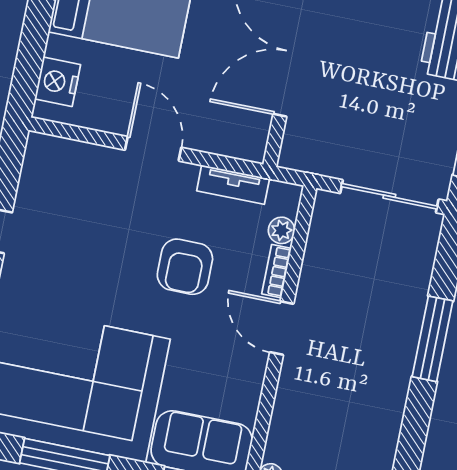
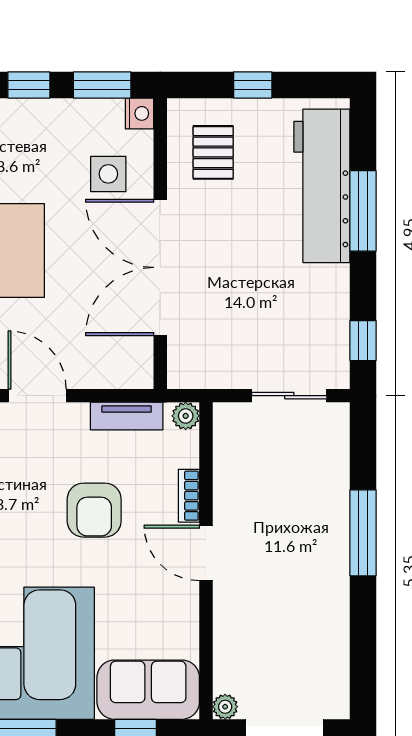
sliding door: (389, 196) -> (289, 396), width x0.73
plant: (282, 230) -> (186, 416), moved

